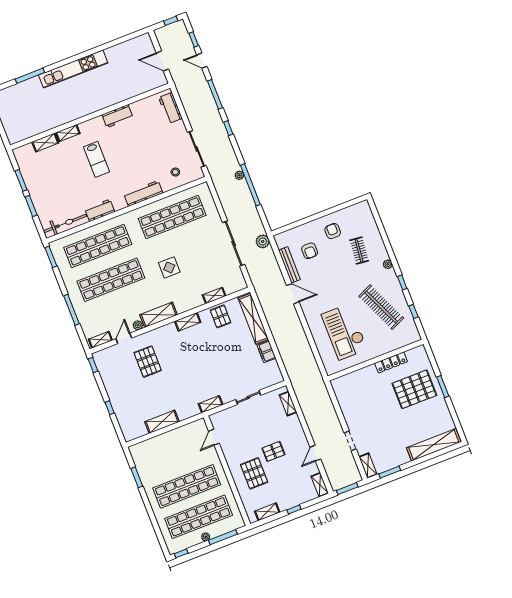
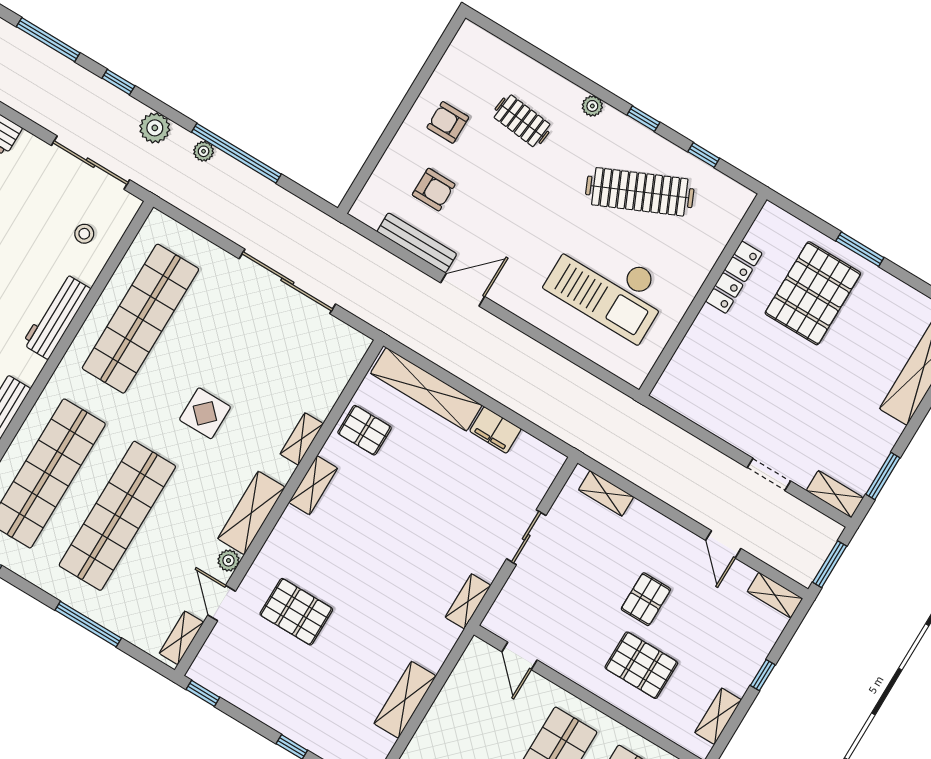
plant: (263, 241) -> (155, 128), moved
shelving: (214, 296) -> (302, 439), moved

